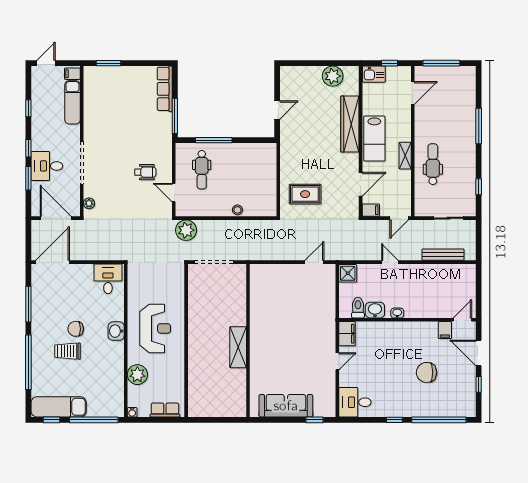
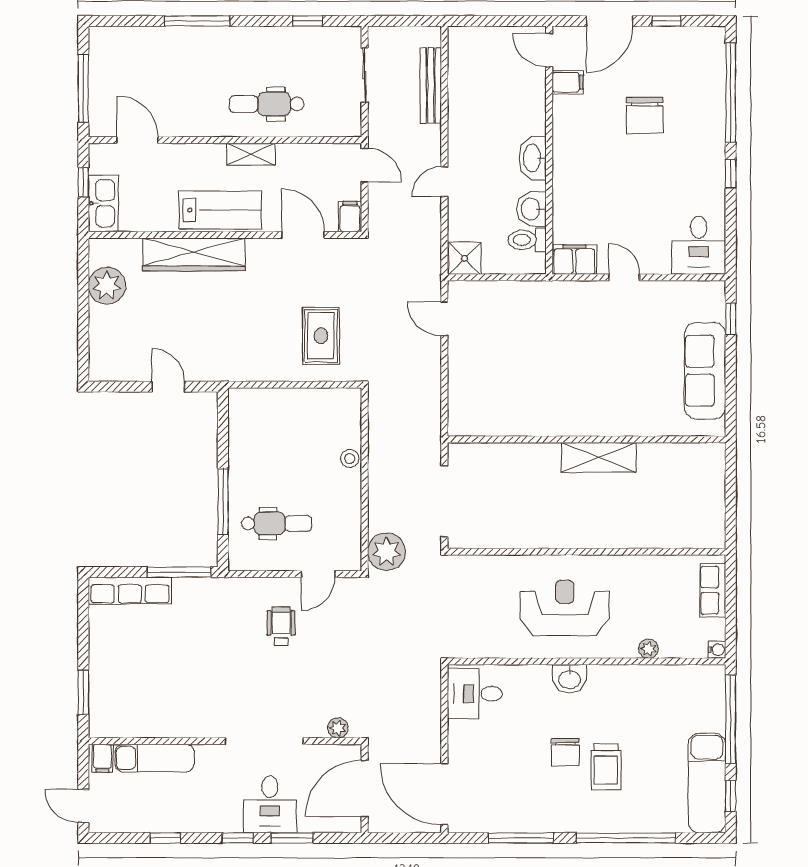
kitchen sink: (374, 74) -> (103, 203), width x1.38
washbasin: (397, 313) -> (533, 158), width x1.91, depth x1.45
plant: (137, 375) -> (649, 649), width x0.53, depth x0.53

